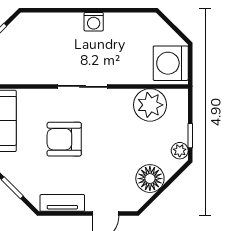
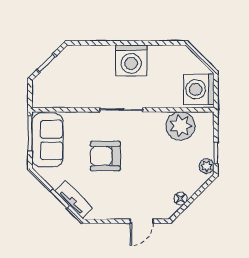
washing machine: (94, 22) -> (131, 60), width x1.89, depth x1.89
floor lamp: (150, 179) -> (181, 199), width x0.53, depth x0.53
tv unit: (62, 203) -> (74, 200), moved, turned 45

